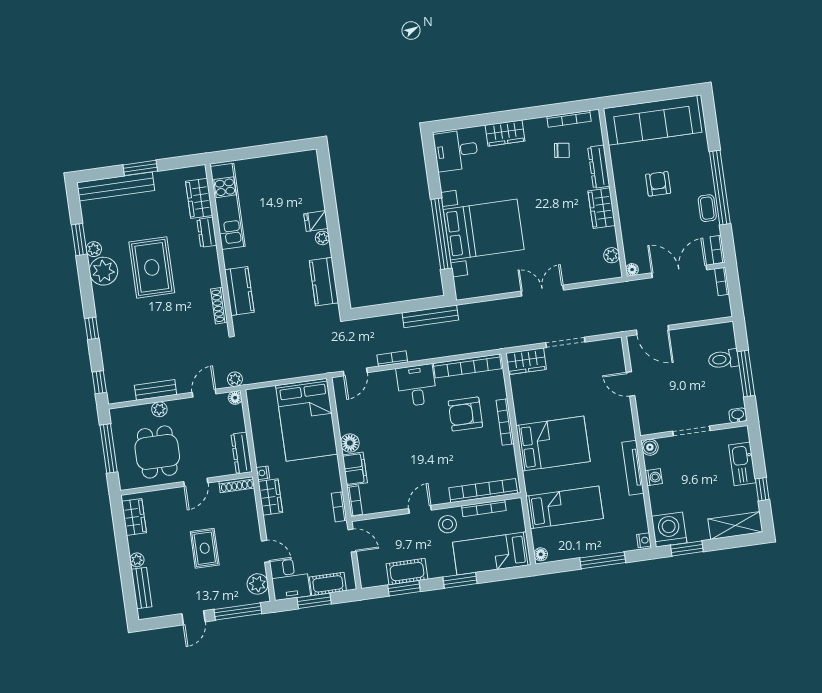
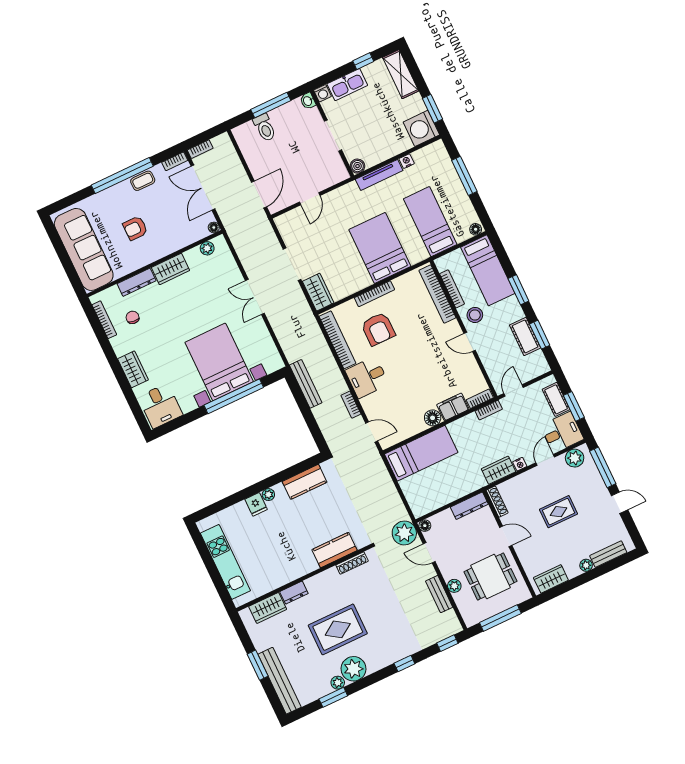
kitchen unit: (228, 206) -> (225, 562), moved, turned 90
plant: (235, 379) -> (404, 533), width x1.88, depth x1.88
bed: (307, 420) -> (421, 453), width x0.67
nightstand: (263, 473) -> (520, 464), moved
washing machine: (654, 477) -> (323, 93), moved, turned 180
nightstand: (644, 540) -> (407, 161), moved

